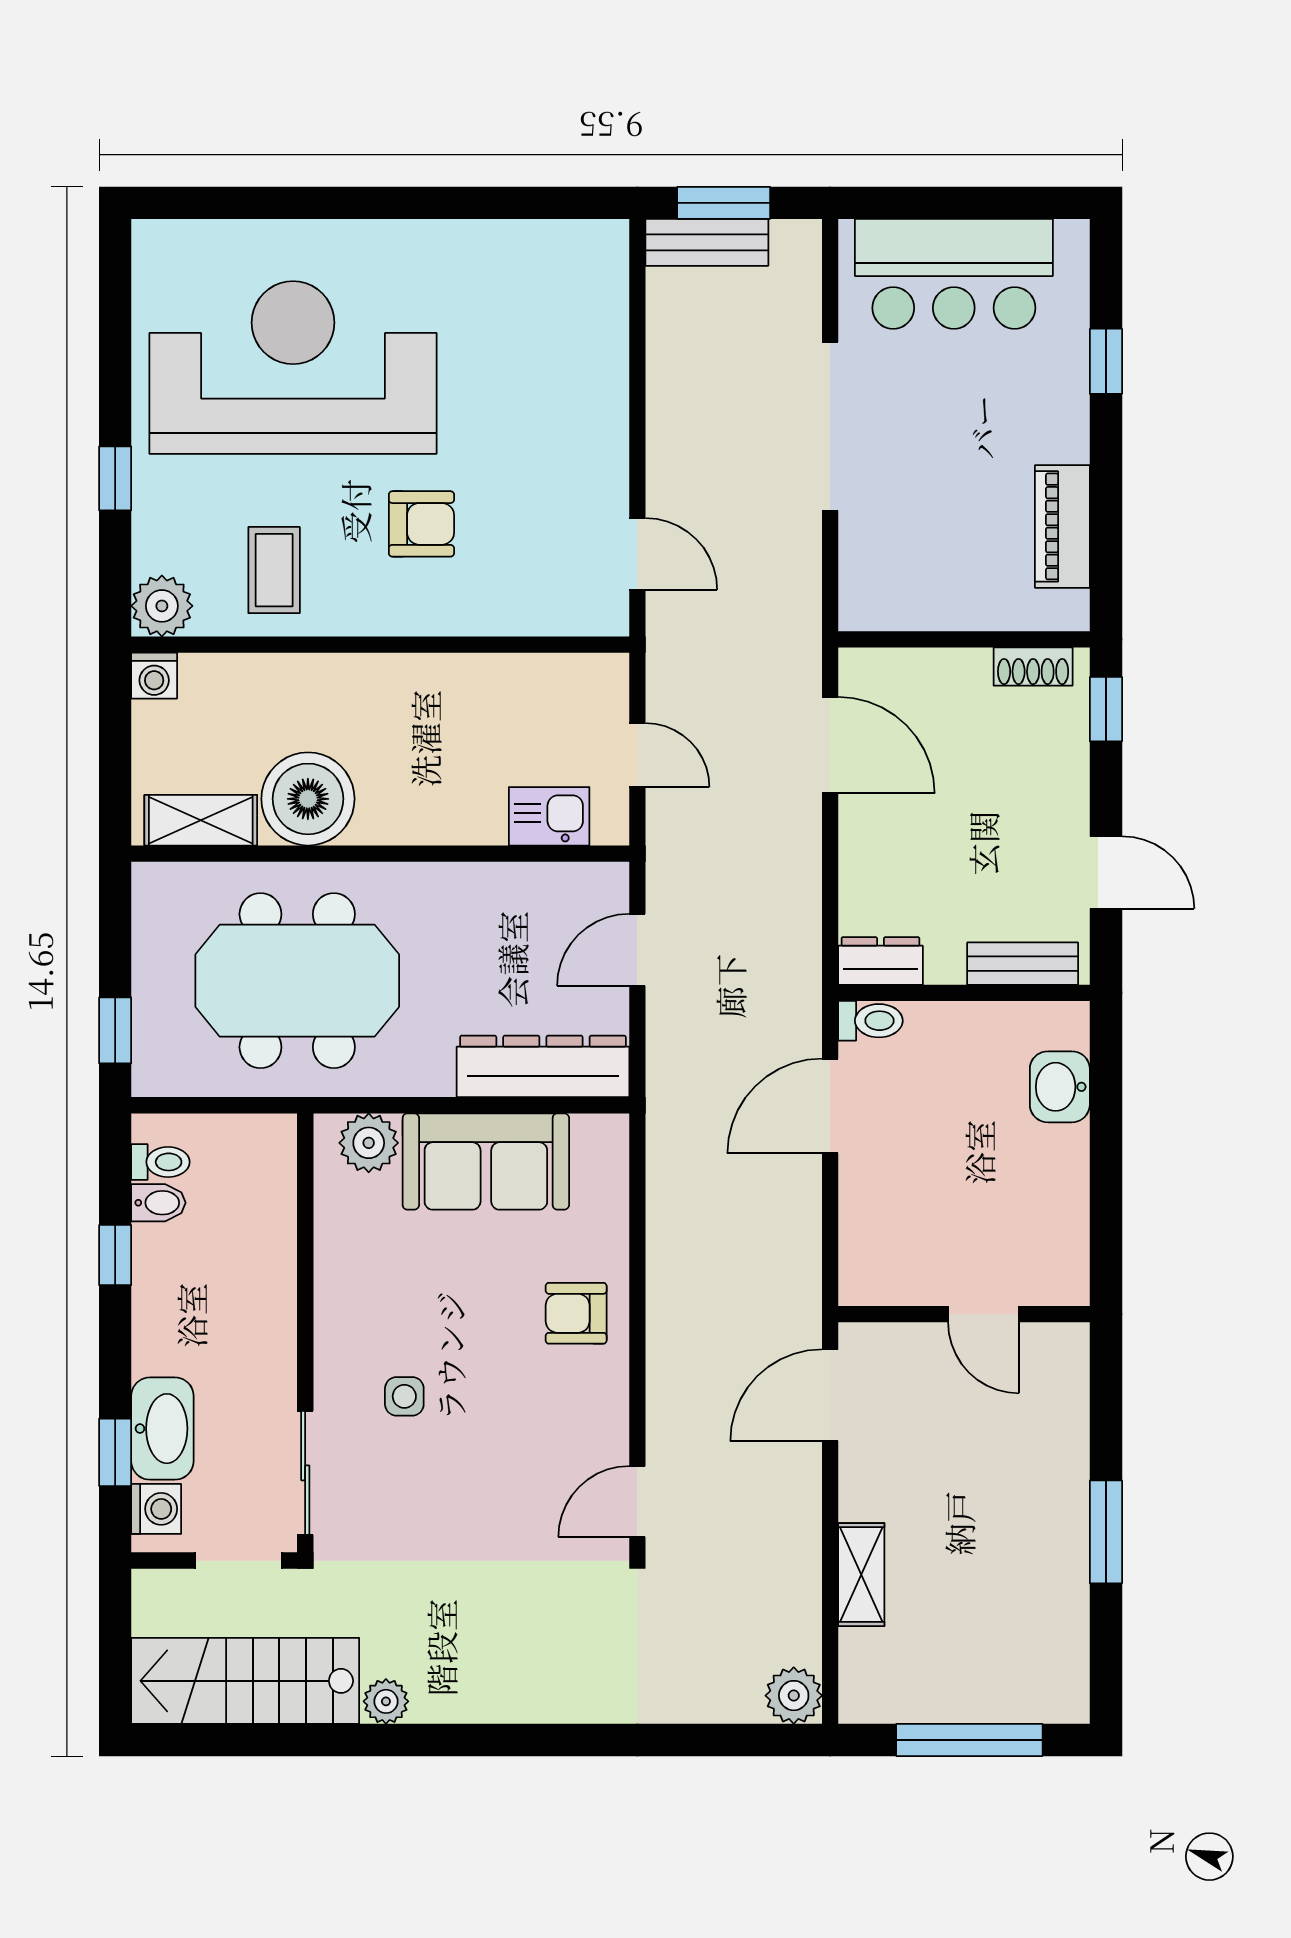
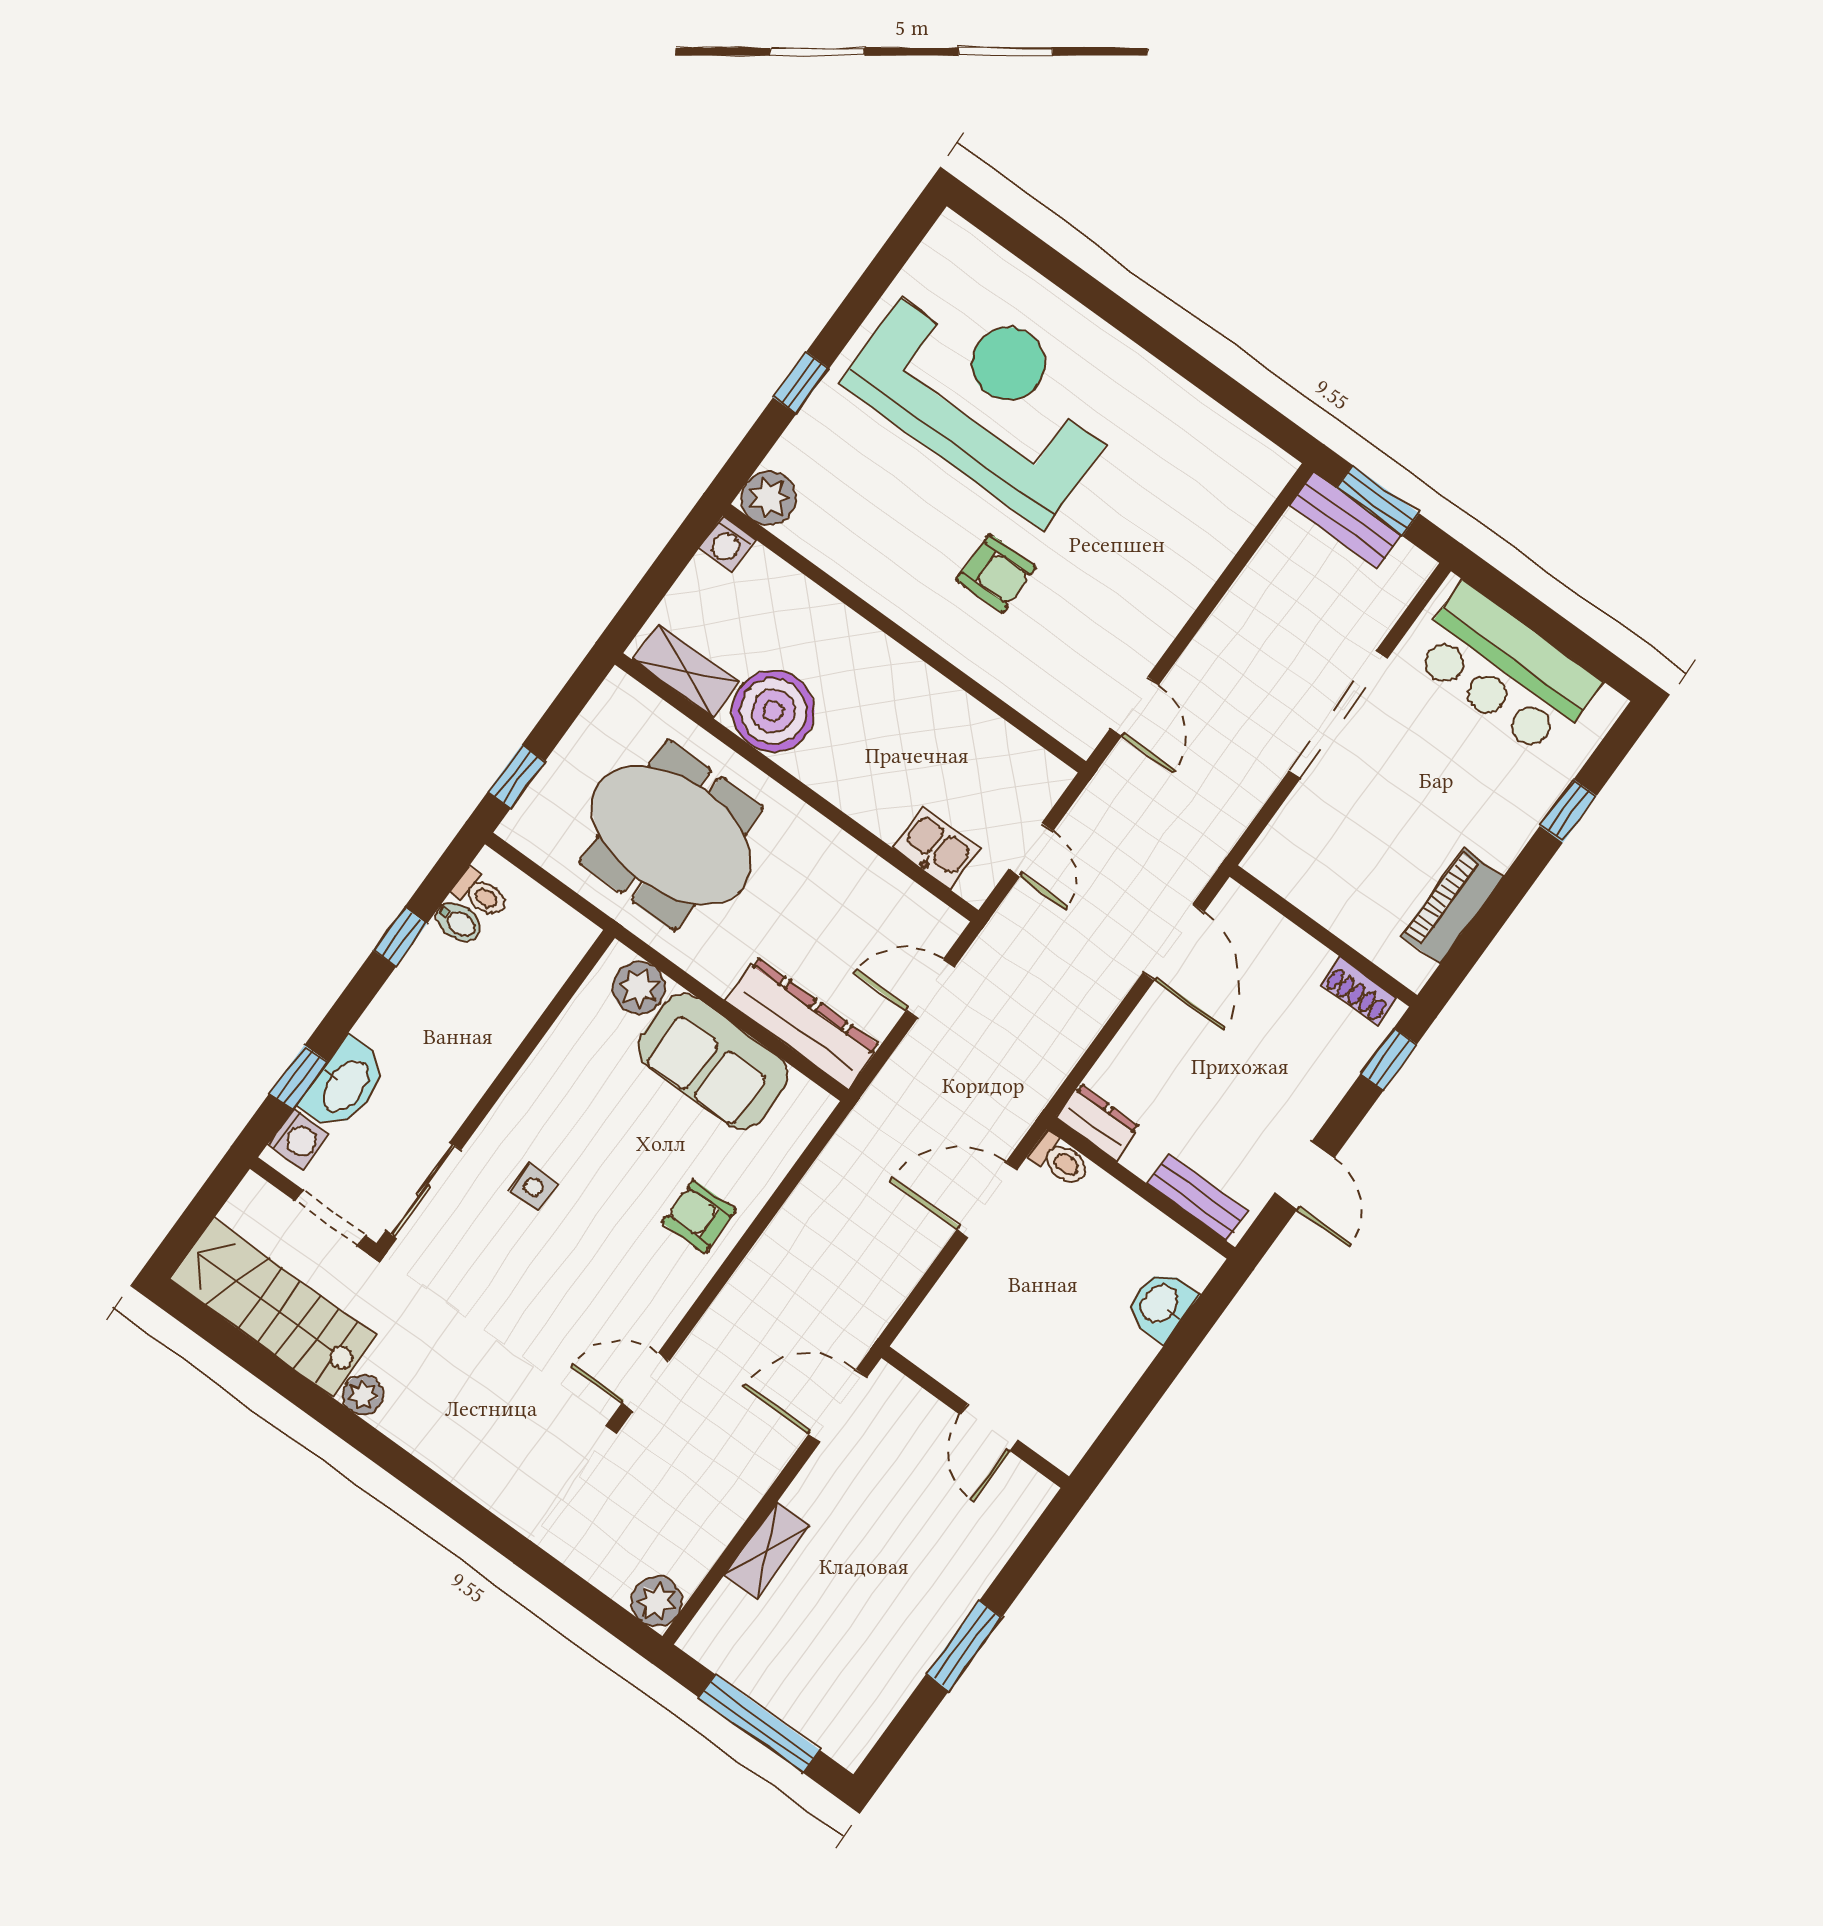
coffee table: (274, 570) -> (867, 530), removed

